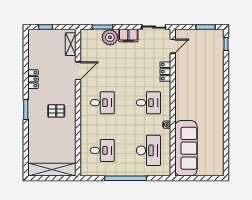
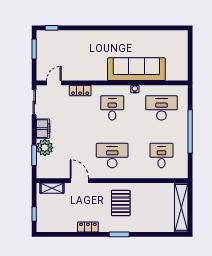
door: (173, 46) -> (54, 83), hinge flipped
desk: (102, 103) -> (112, 155), width x1.37
pallet: (56, 111) -> (121, 203), width x1.50, depth x1.42
sofa: (186, 148) -> (136, 69), moved

